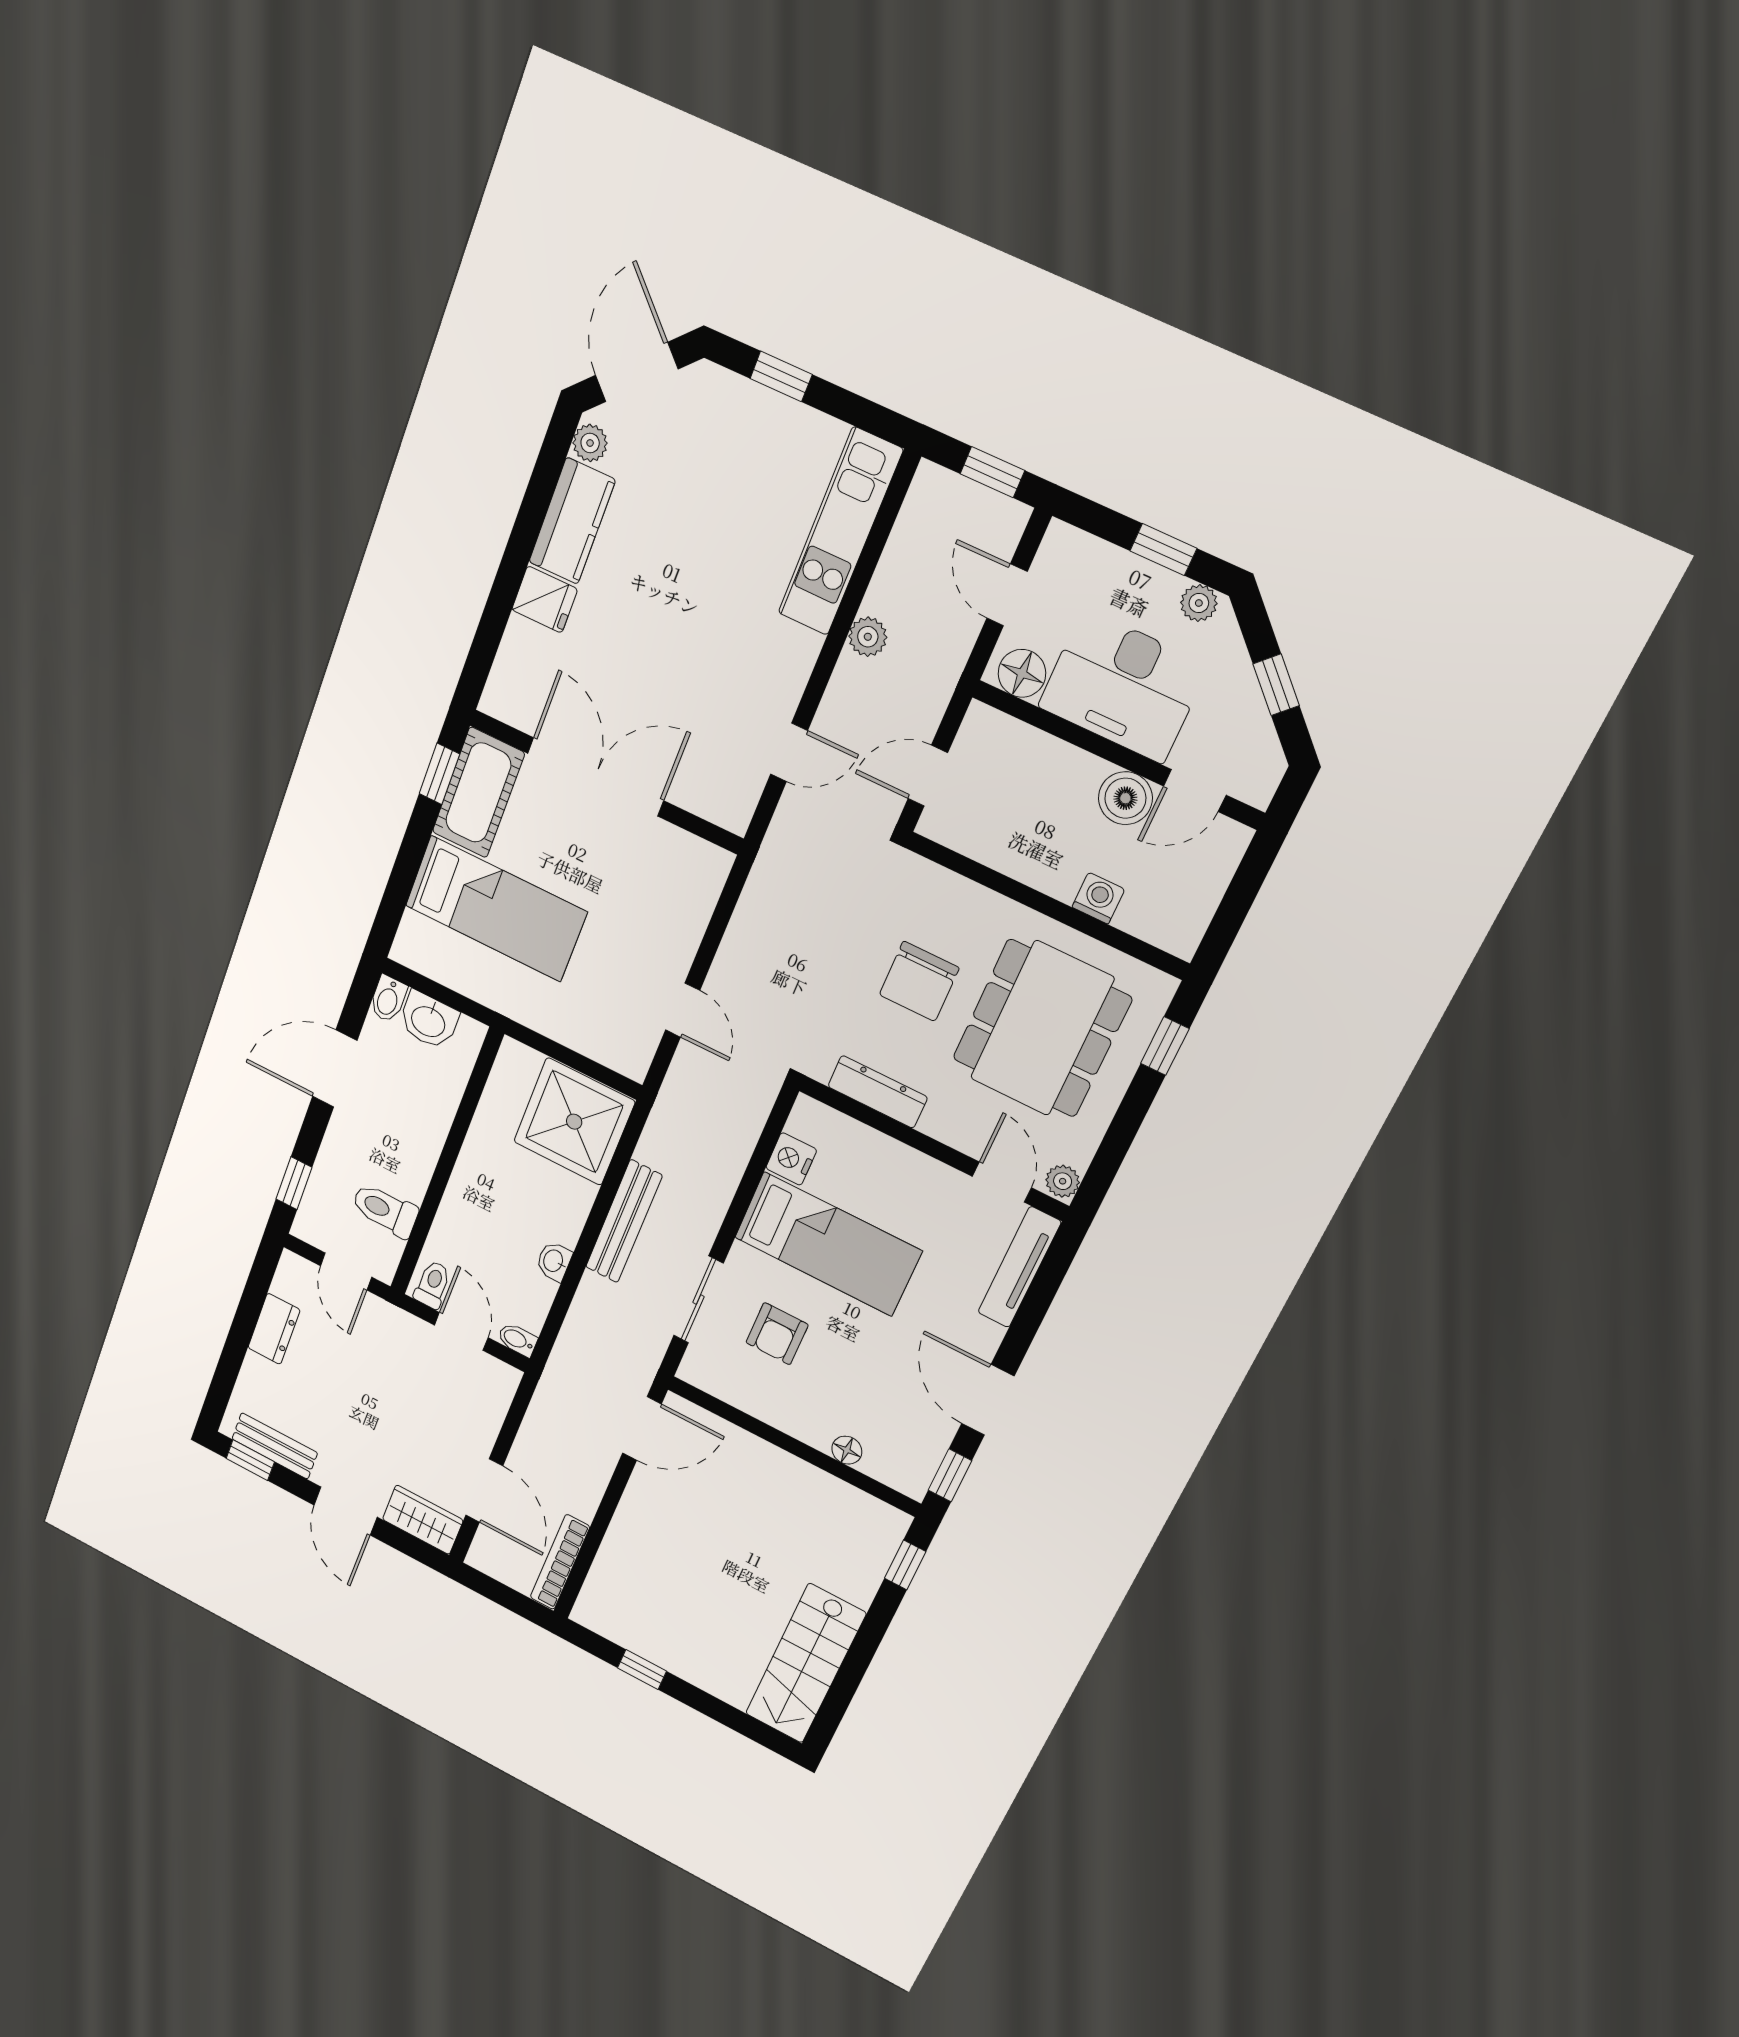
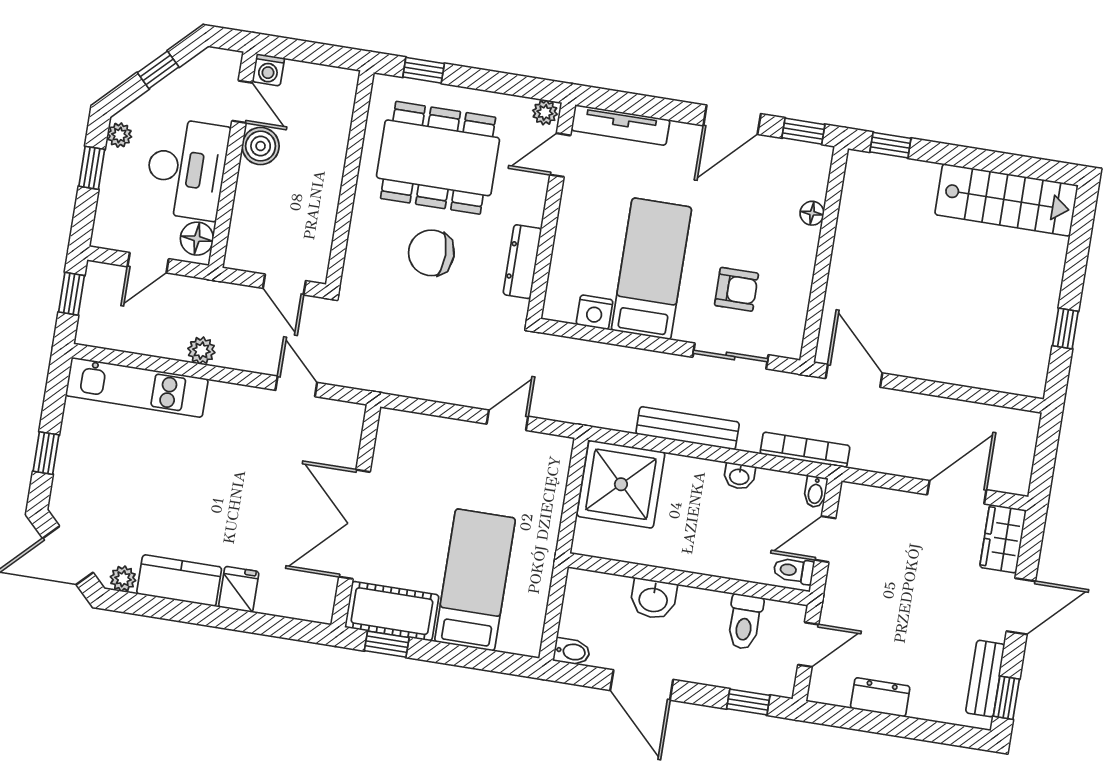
washing machine: (1098, 898) -> (268, 70), moved, turned -90
chair: (919, 981) -> (431, 253), turned 180
washbasin: (429, 1020) -> (653, 599), moved, turned 90
bookcase: (560, 1562) -> (805, 450), moved, turned 180

